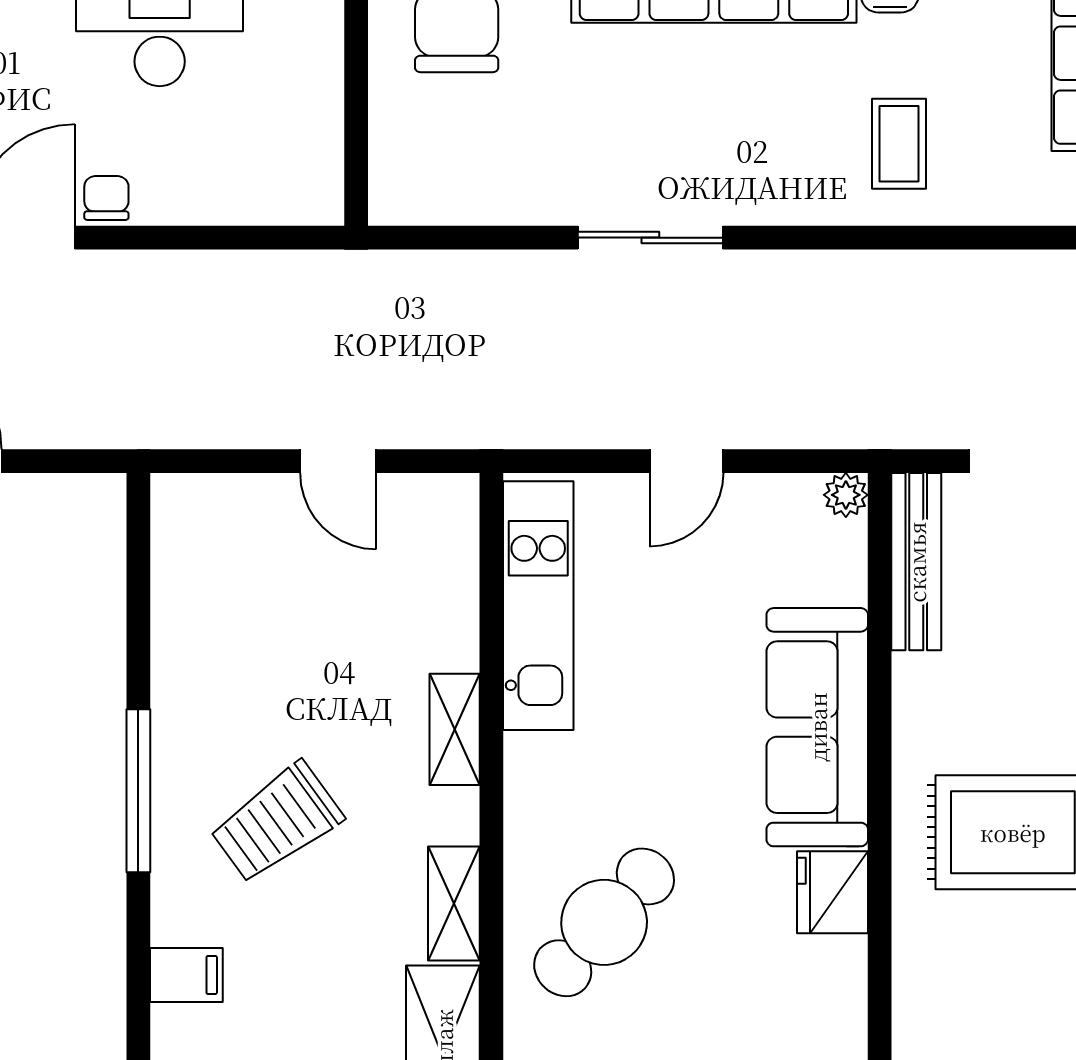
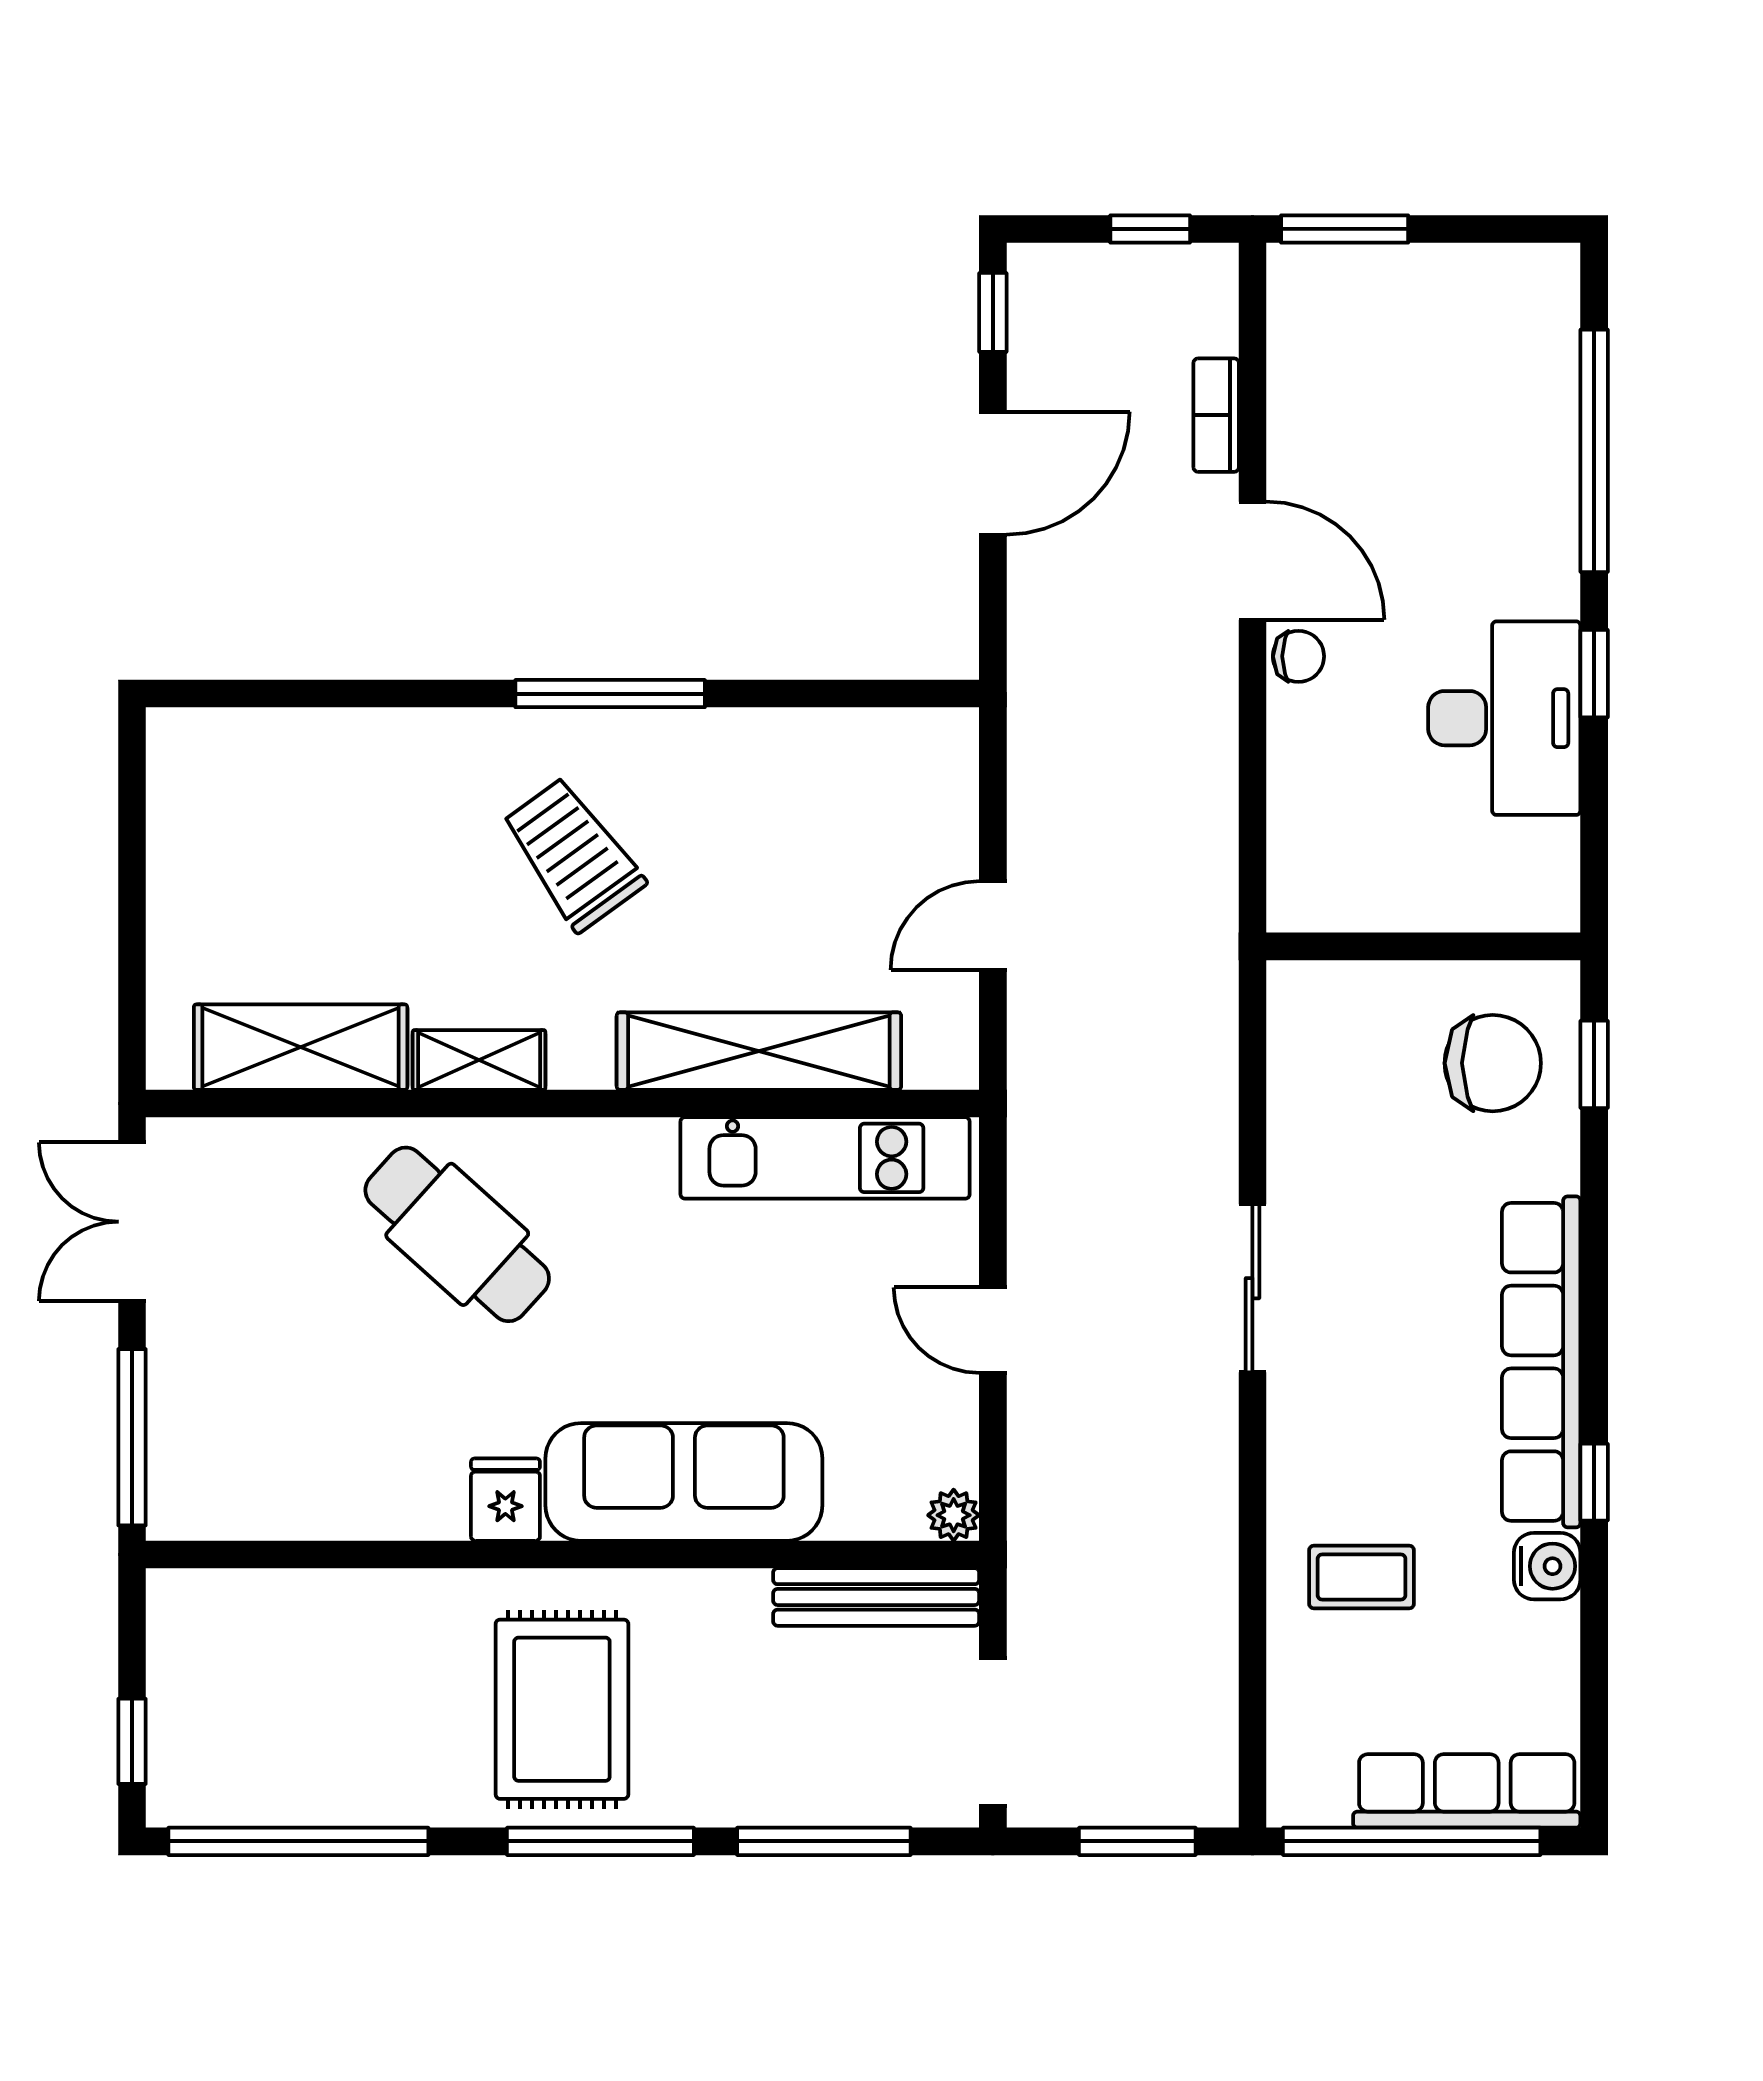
shelving: (455, 729) -> (759, 1051), width x2.20, depth x1.33
fridge: (832, 892) -> (505, 1500), width x0.72
filing cabinet: (186, 975) -> (396, 749), removed

